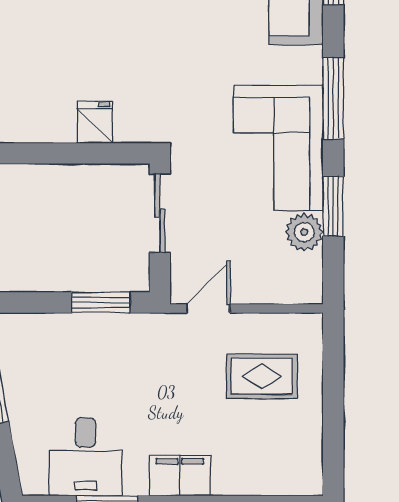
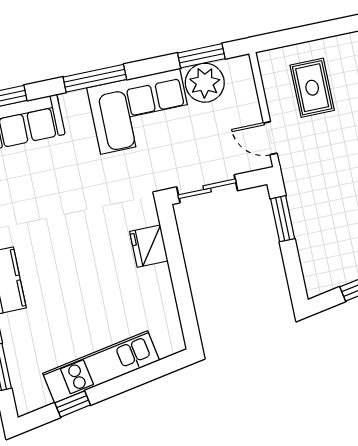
fridge: (95, 122) -> (149, 246), width x1.38
window: (333, 206) -> (201, 56), moved
plant: (304, 232) -> (205, 83), width x1.36, depth x1.36

